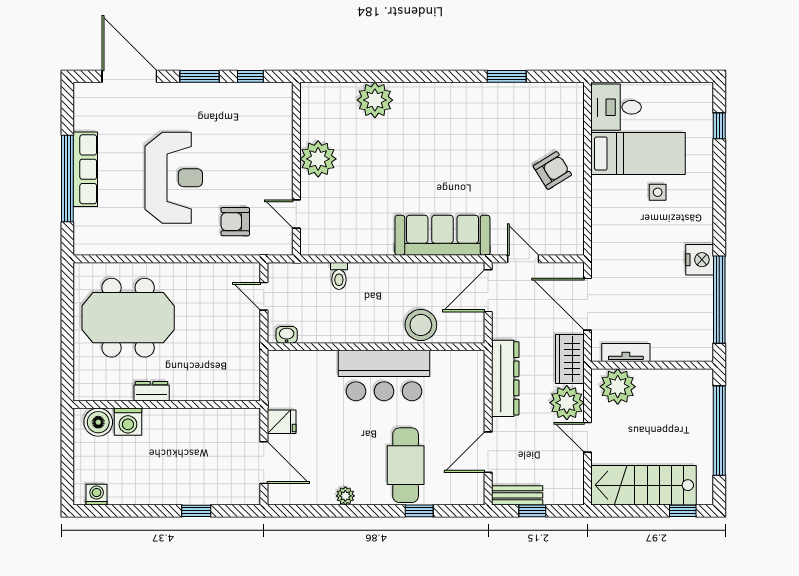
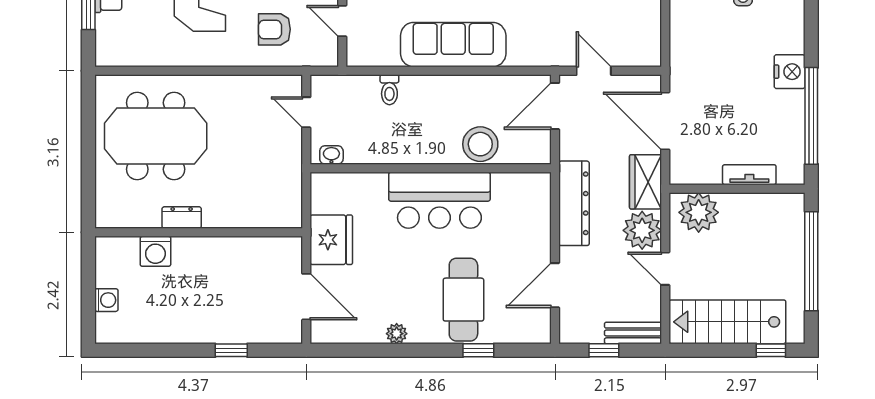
sofa: (442, 235) -> (453, 45), moved
tv unit: (626, 353) -> (749, 175), moved
boiler: (98, 422) -> (122, 252), removed
fridge: (282, 422) -> (331, 240), width x1.88, depth x1.34
washing machine: (97, 495) -> (106, 300), moved, turned 90
bench: (517, 495) -> (633, 333), moved

